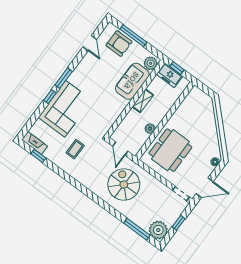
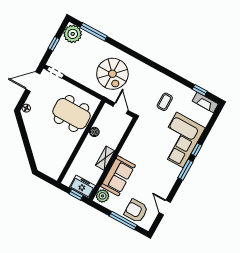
dining table: (170, 150) -> (72, 114), turned 90

